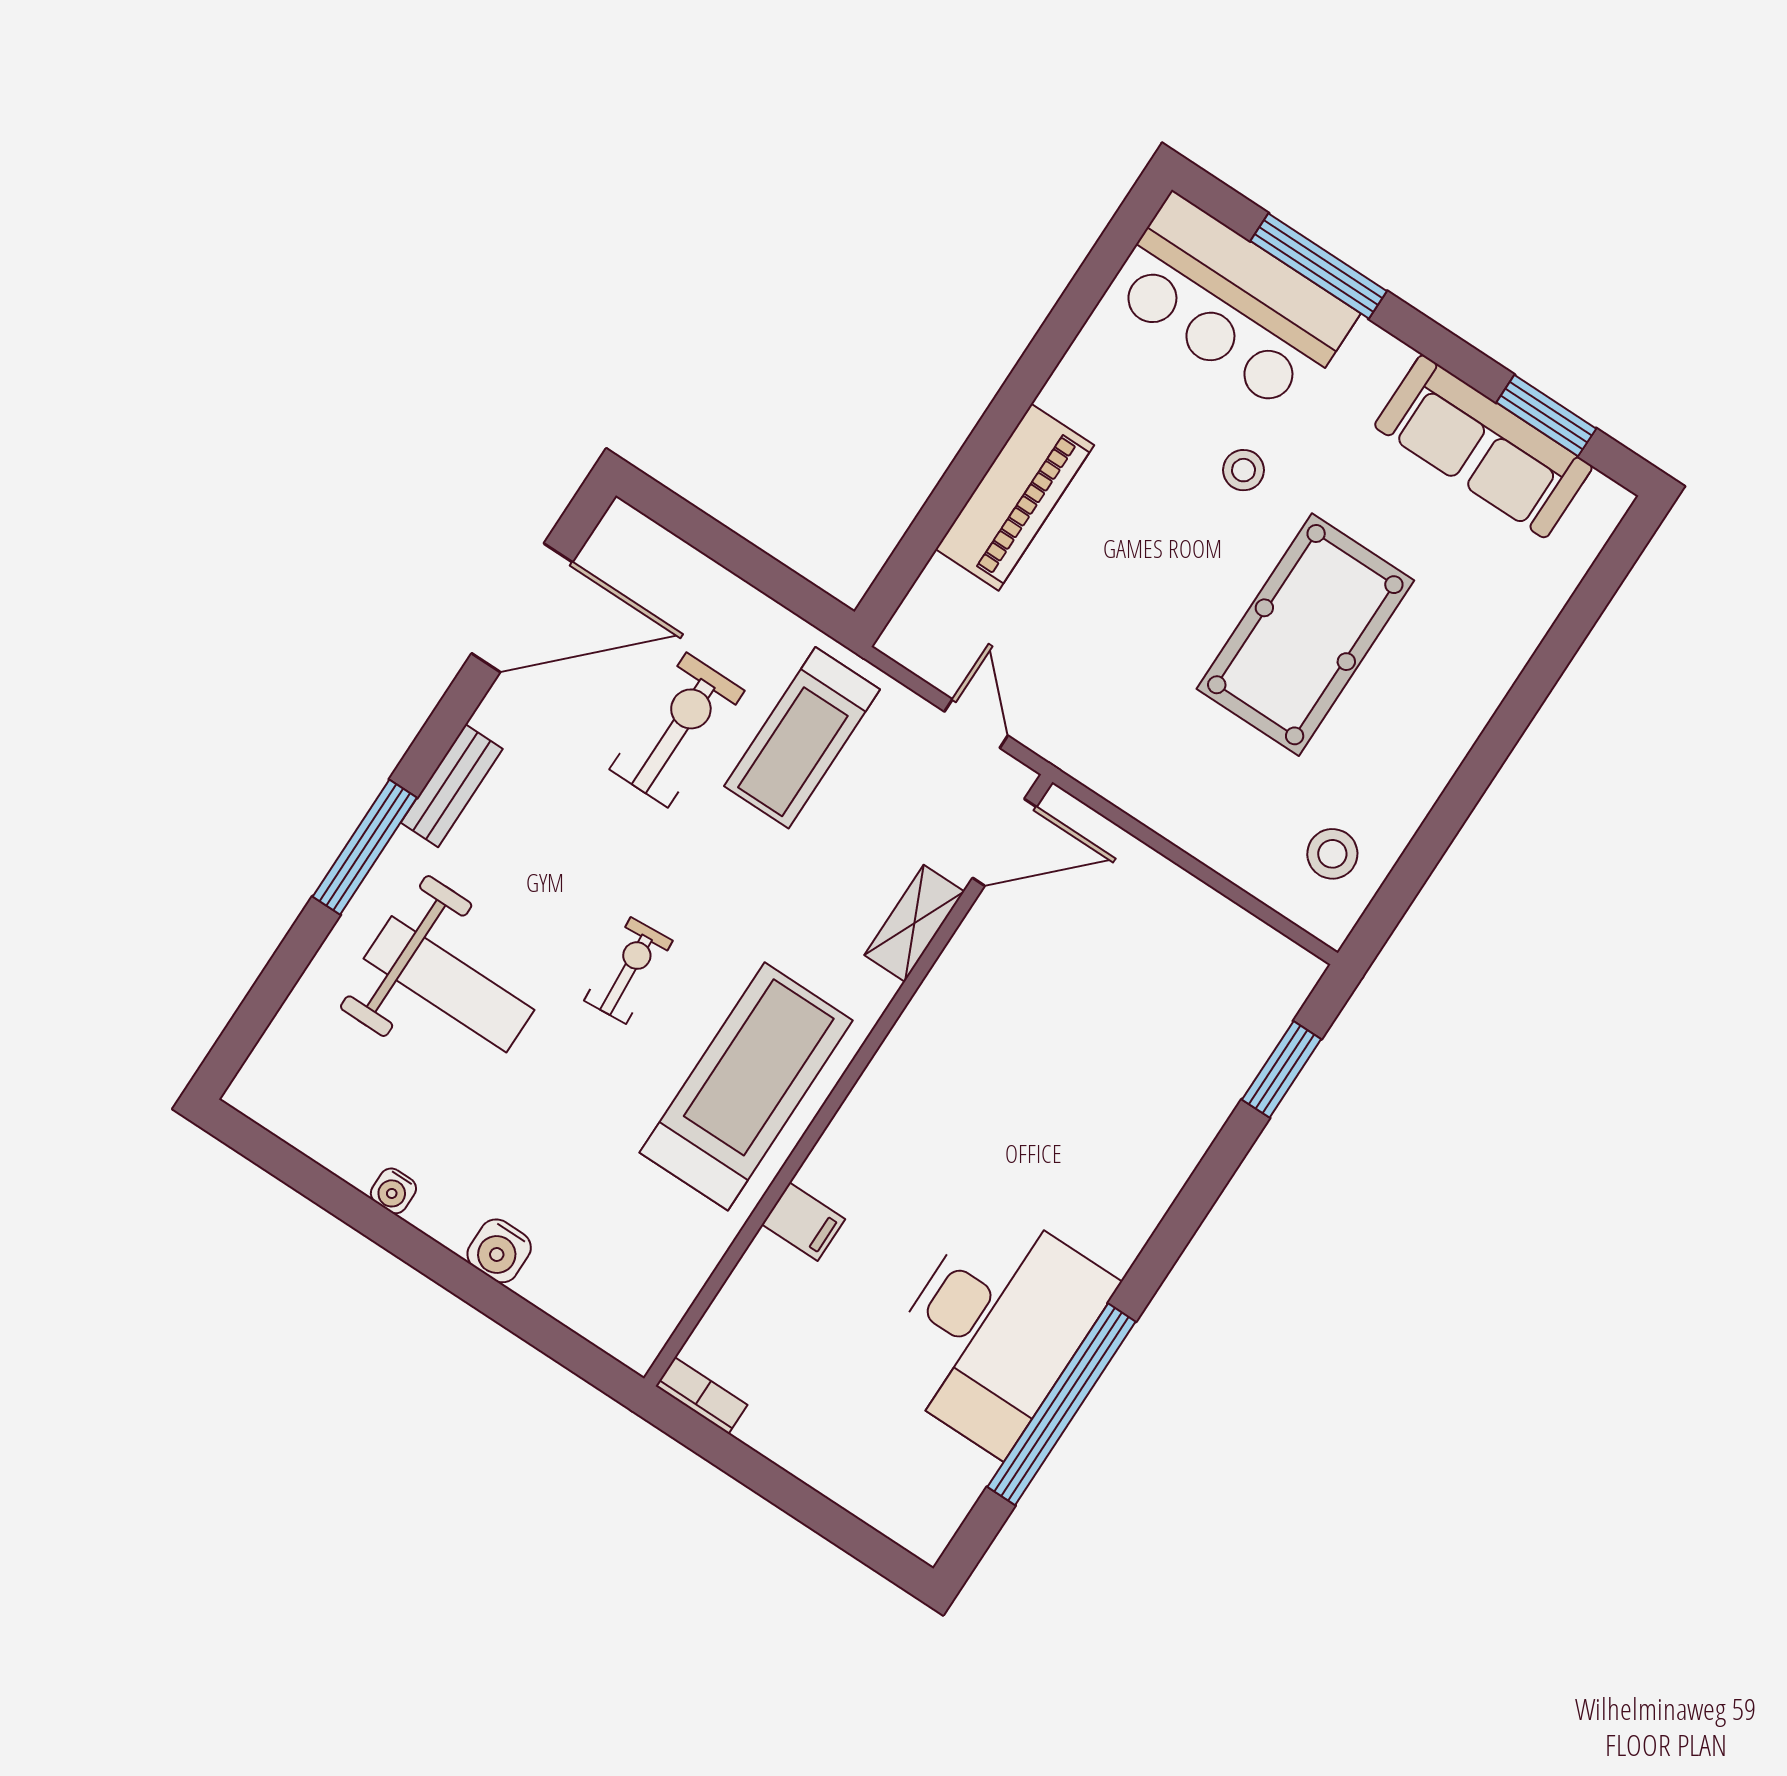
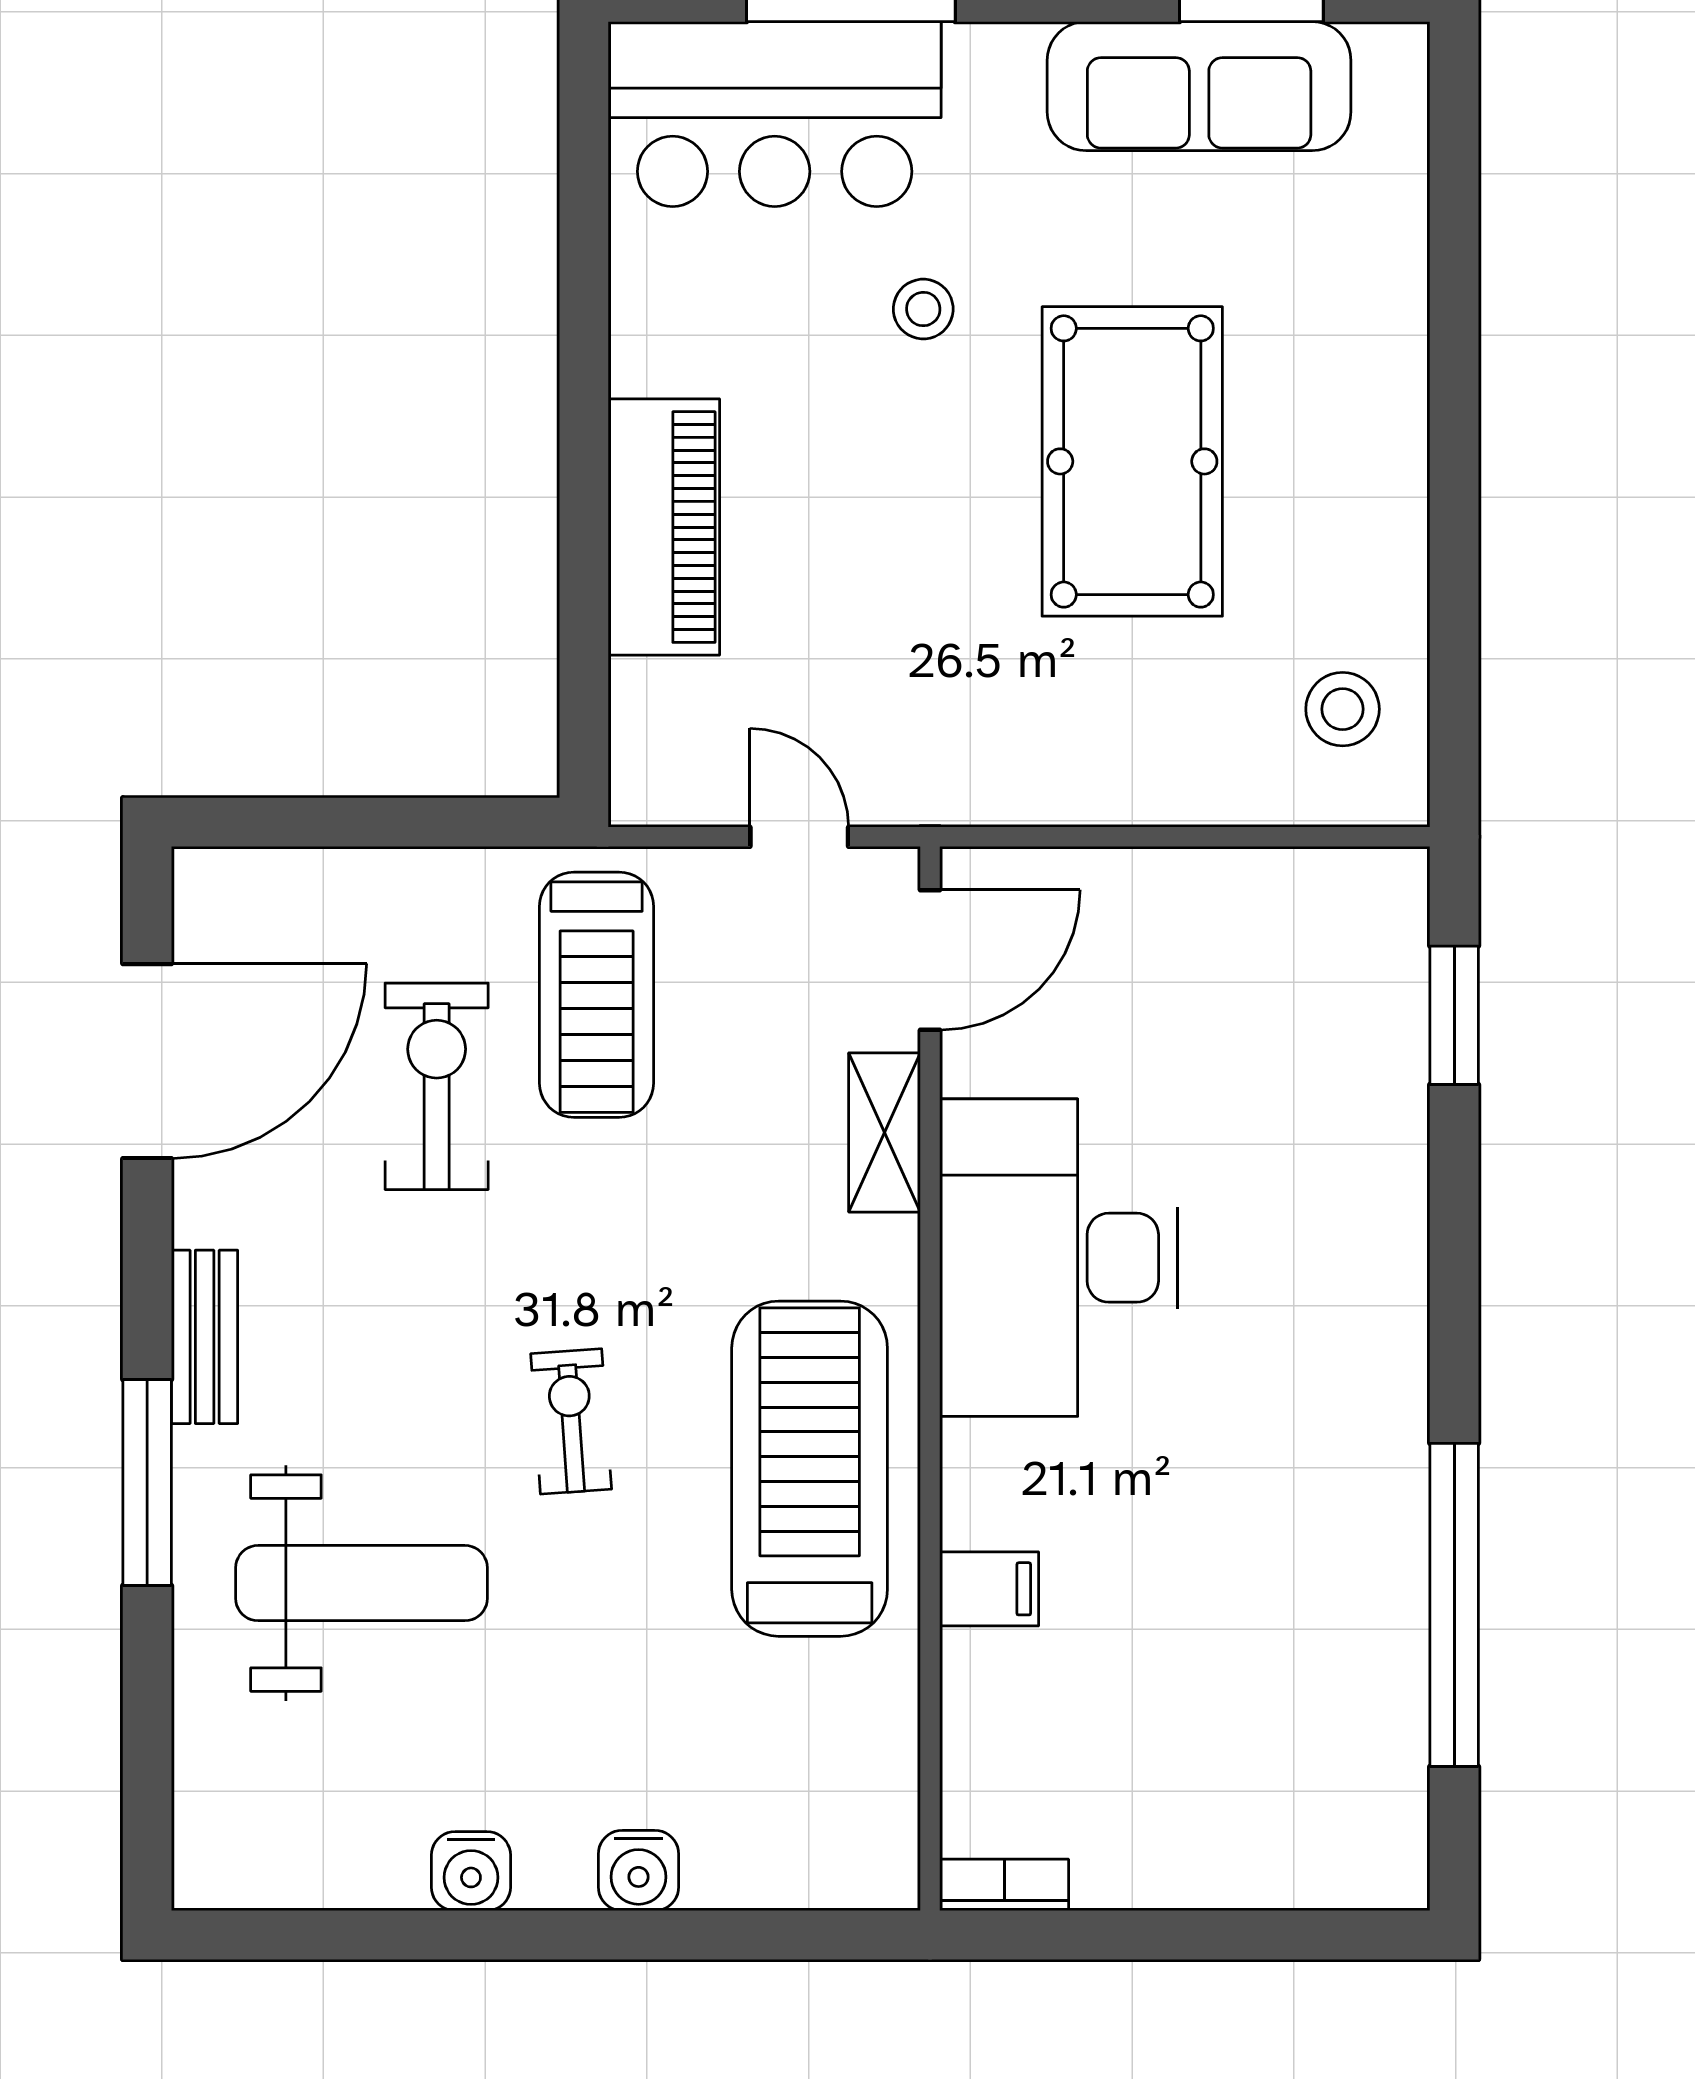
water cooler: (393, 1191) -> (471, 1871), width x1.38, depth x1.38
desk: (996, 1328) -> (1059, 1258), moved, turned 180

